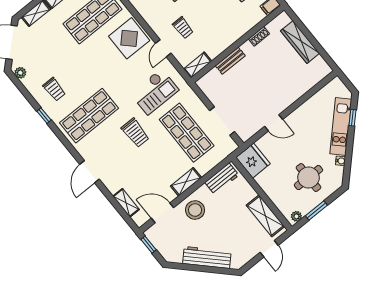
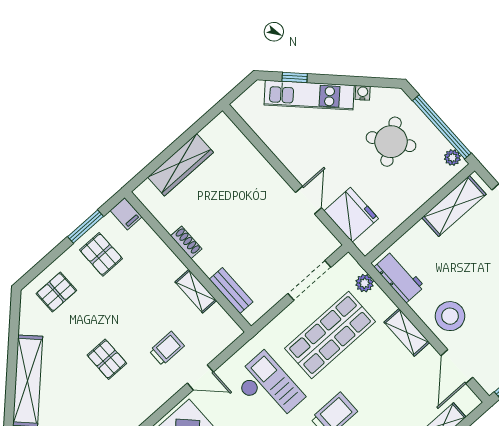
shoe rack: (259, 36) -> (186, 242), moved
bench: (230, 61) -> (231, 291), moved
shelving: (198, 65) -> (196, 291), moved
plant: (219, 156) -> (364, 283), added
fridge: (253, 161) -> (351, 215), moved, turned 90
round table: (308, 178) -> (391, 142), turned -36
window: (316, 211) -> (442, 127), width x2.11

